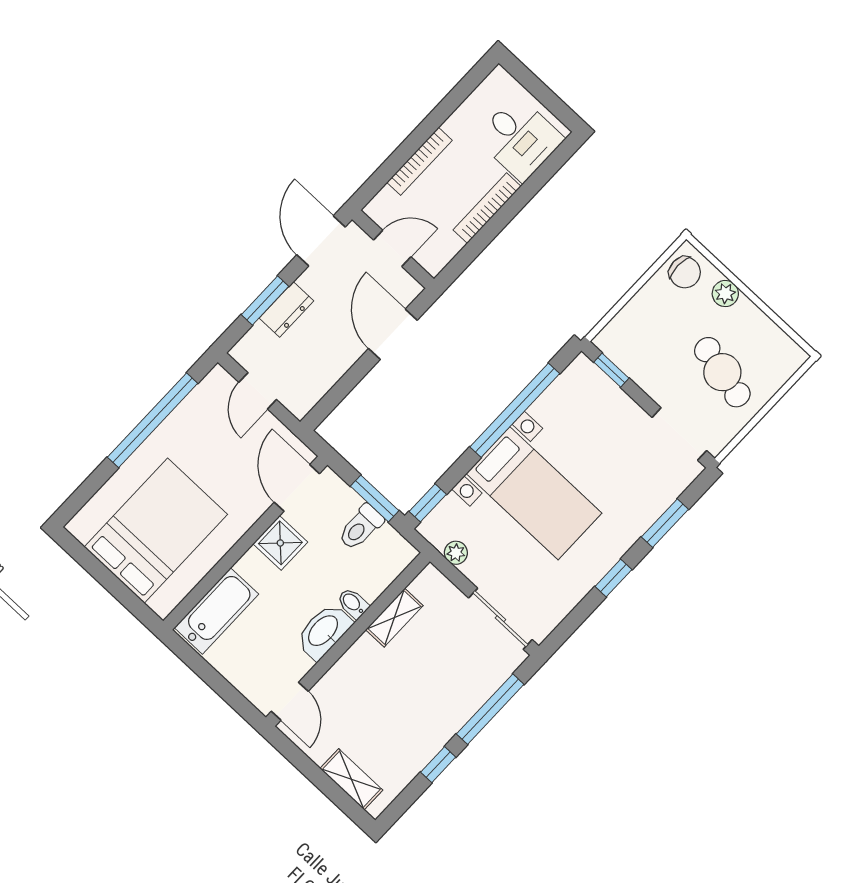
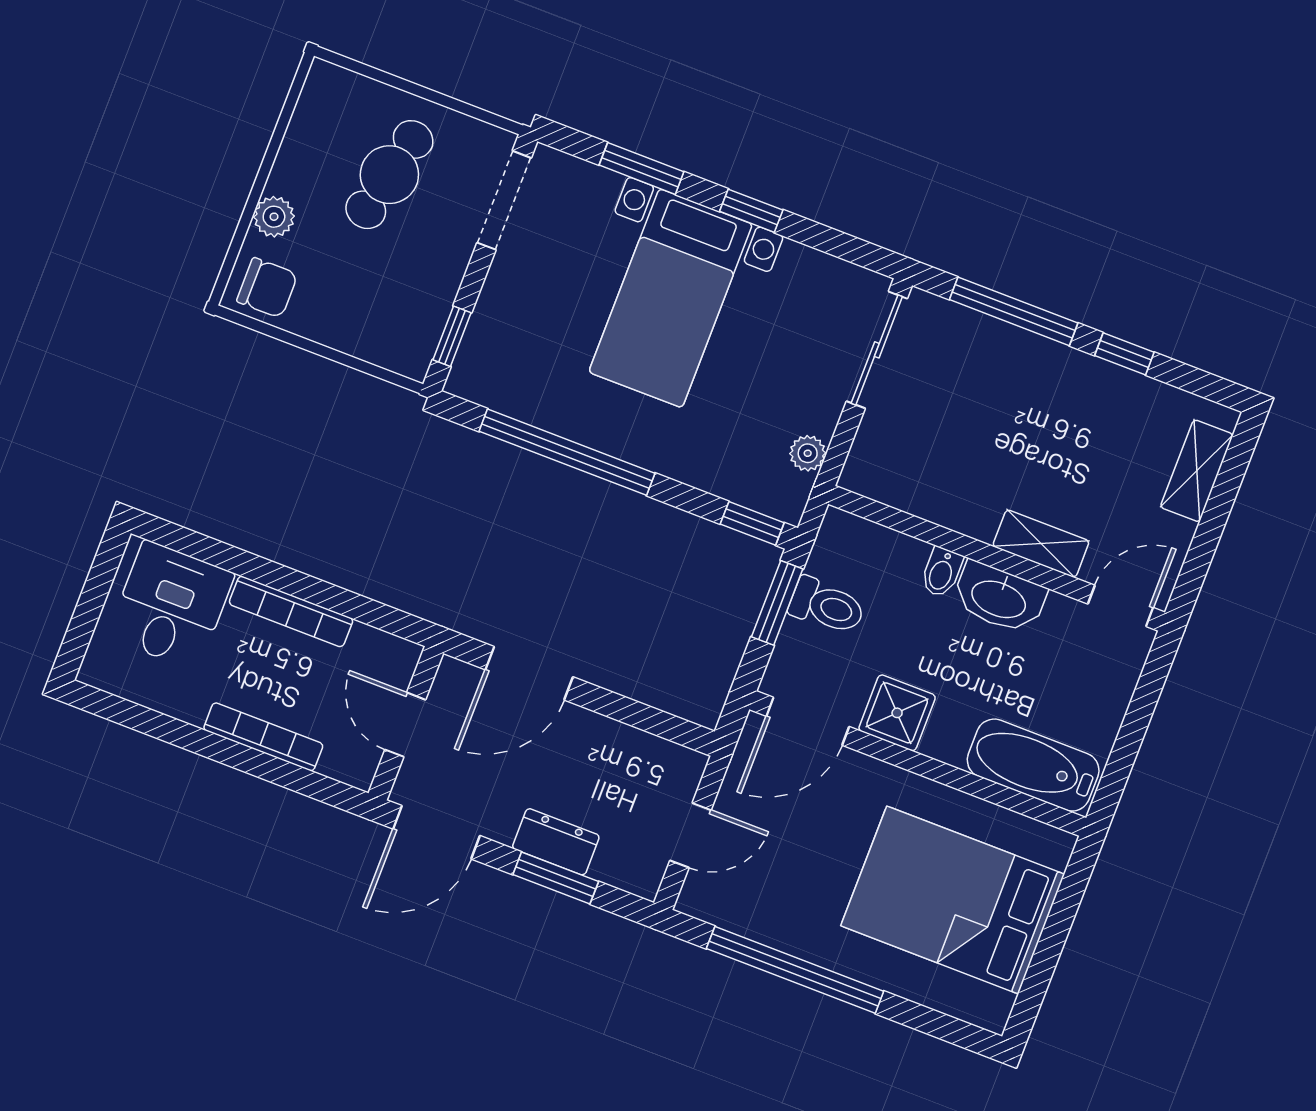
chair: (685, 272) -> (267, 288), turned 90
bed with nightstands: (534, 493) -> (671, 298), moved, turned 180
shelving: (394, 618) -> (1041, 544), moved

